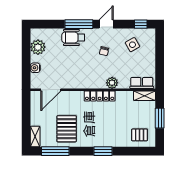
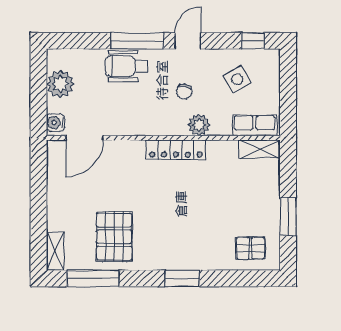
plant: (112, 83) -> (199, 125), moved
row of seats: (142, 83) -> (254, 125), moved
door: (51, 90) -> (85, 138), moved
wall: (93, 90) -> (163, 138), moved
locker: (100, 96) -> (176, 150), moved
shelving: (144, 96) -> (260, 149), moved

